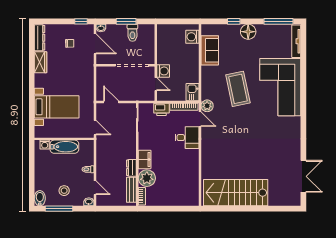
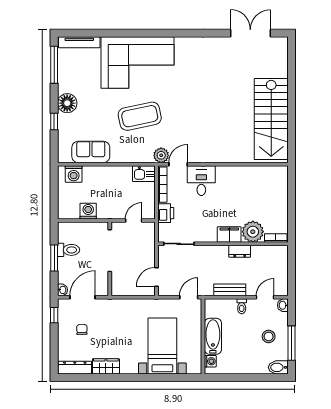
washing machine: (163, 71) -> (88, 211), moved
bench: (131, 190) -> (230, 290), moved

